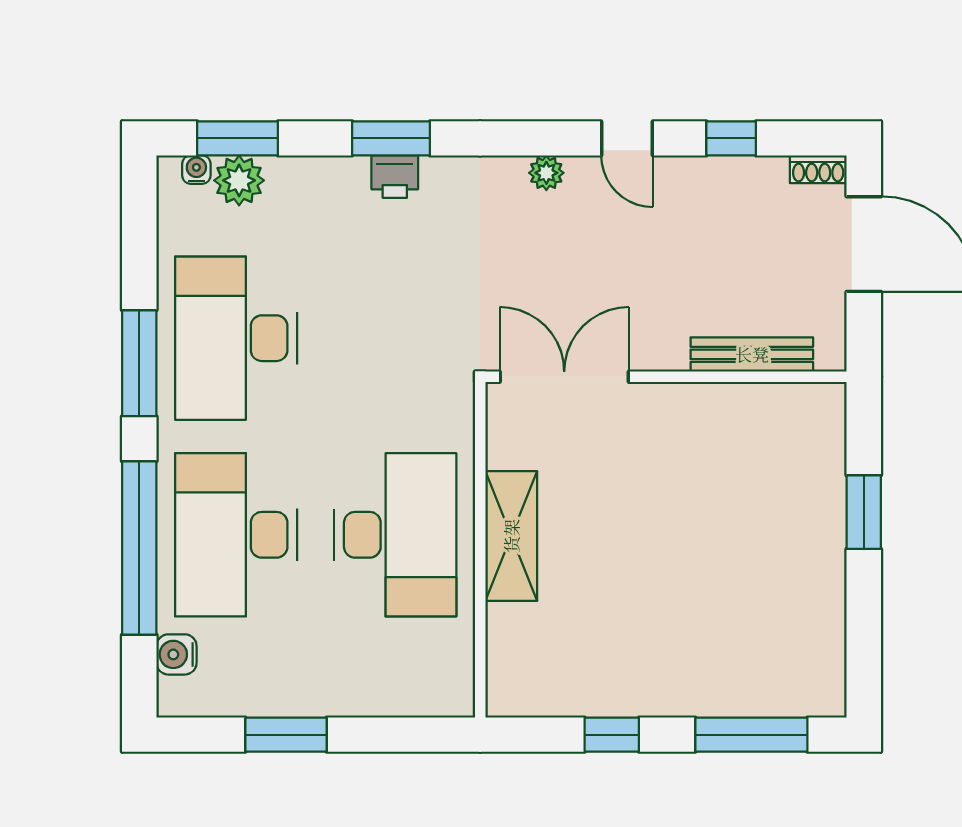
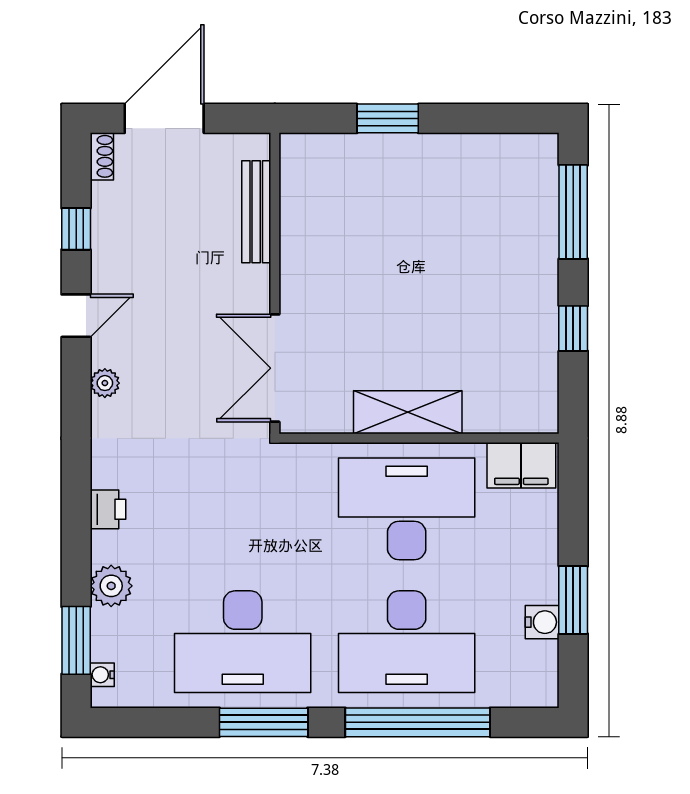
window: (391, 138) -> (76, 512), removed
plant: (239, 180) -> (111, 586), moved
water cooler: (176, 654) -> (542, 622), moved, turned -90
filing cabinet: (448, 672) -> (521, 465), added

